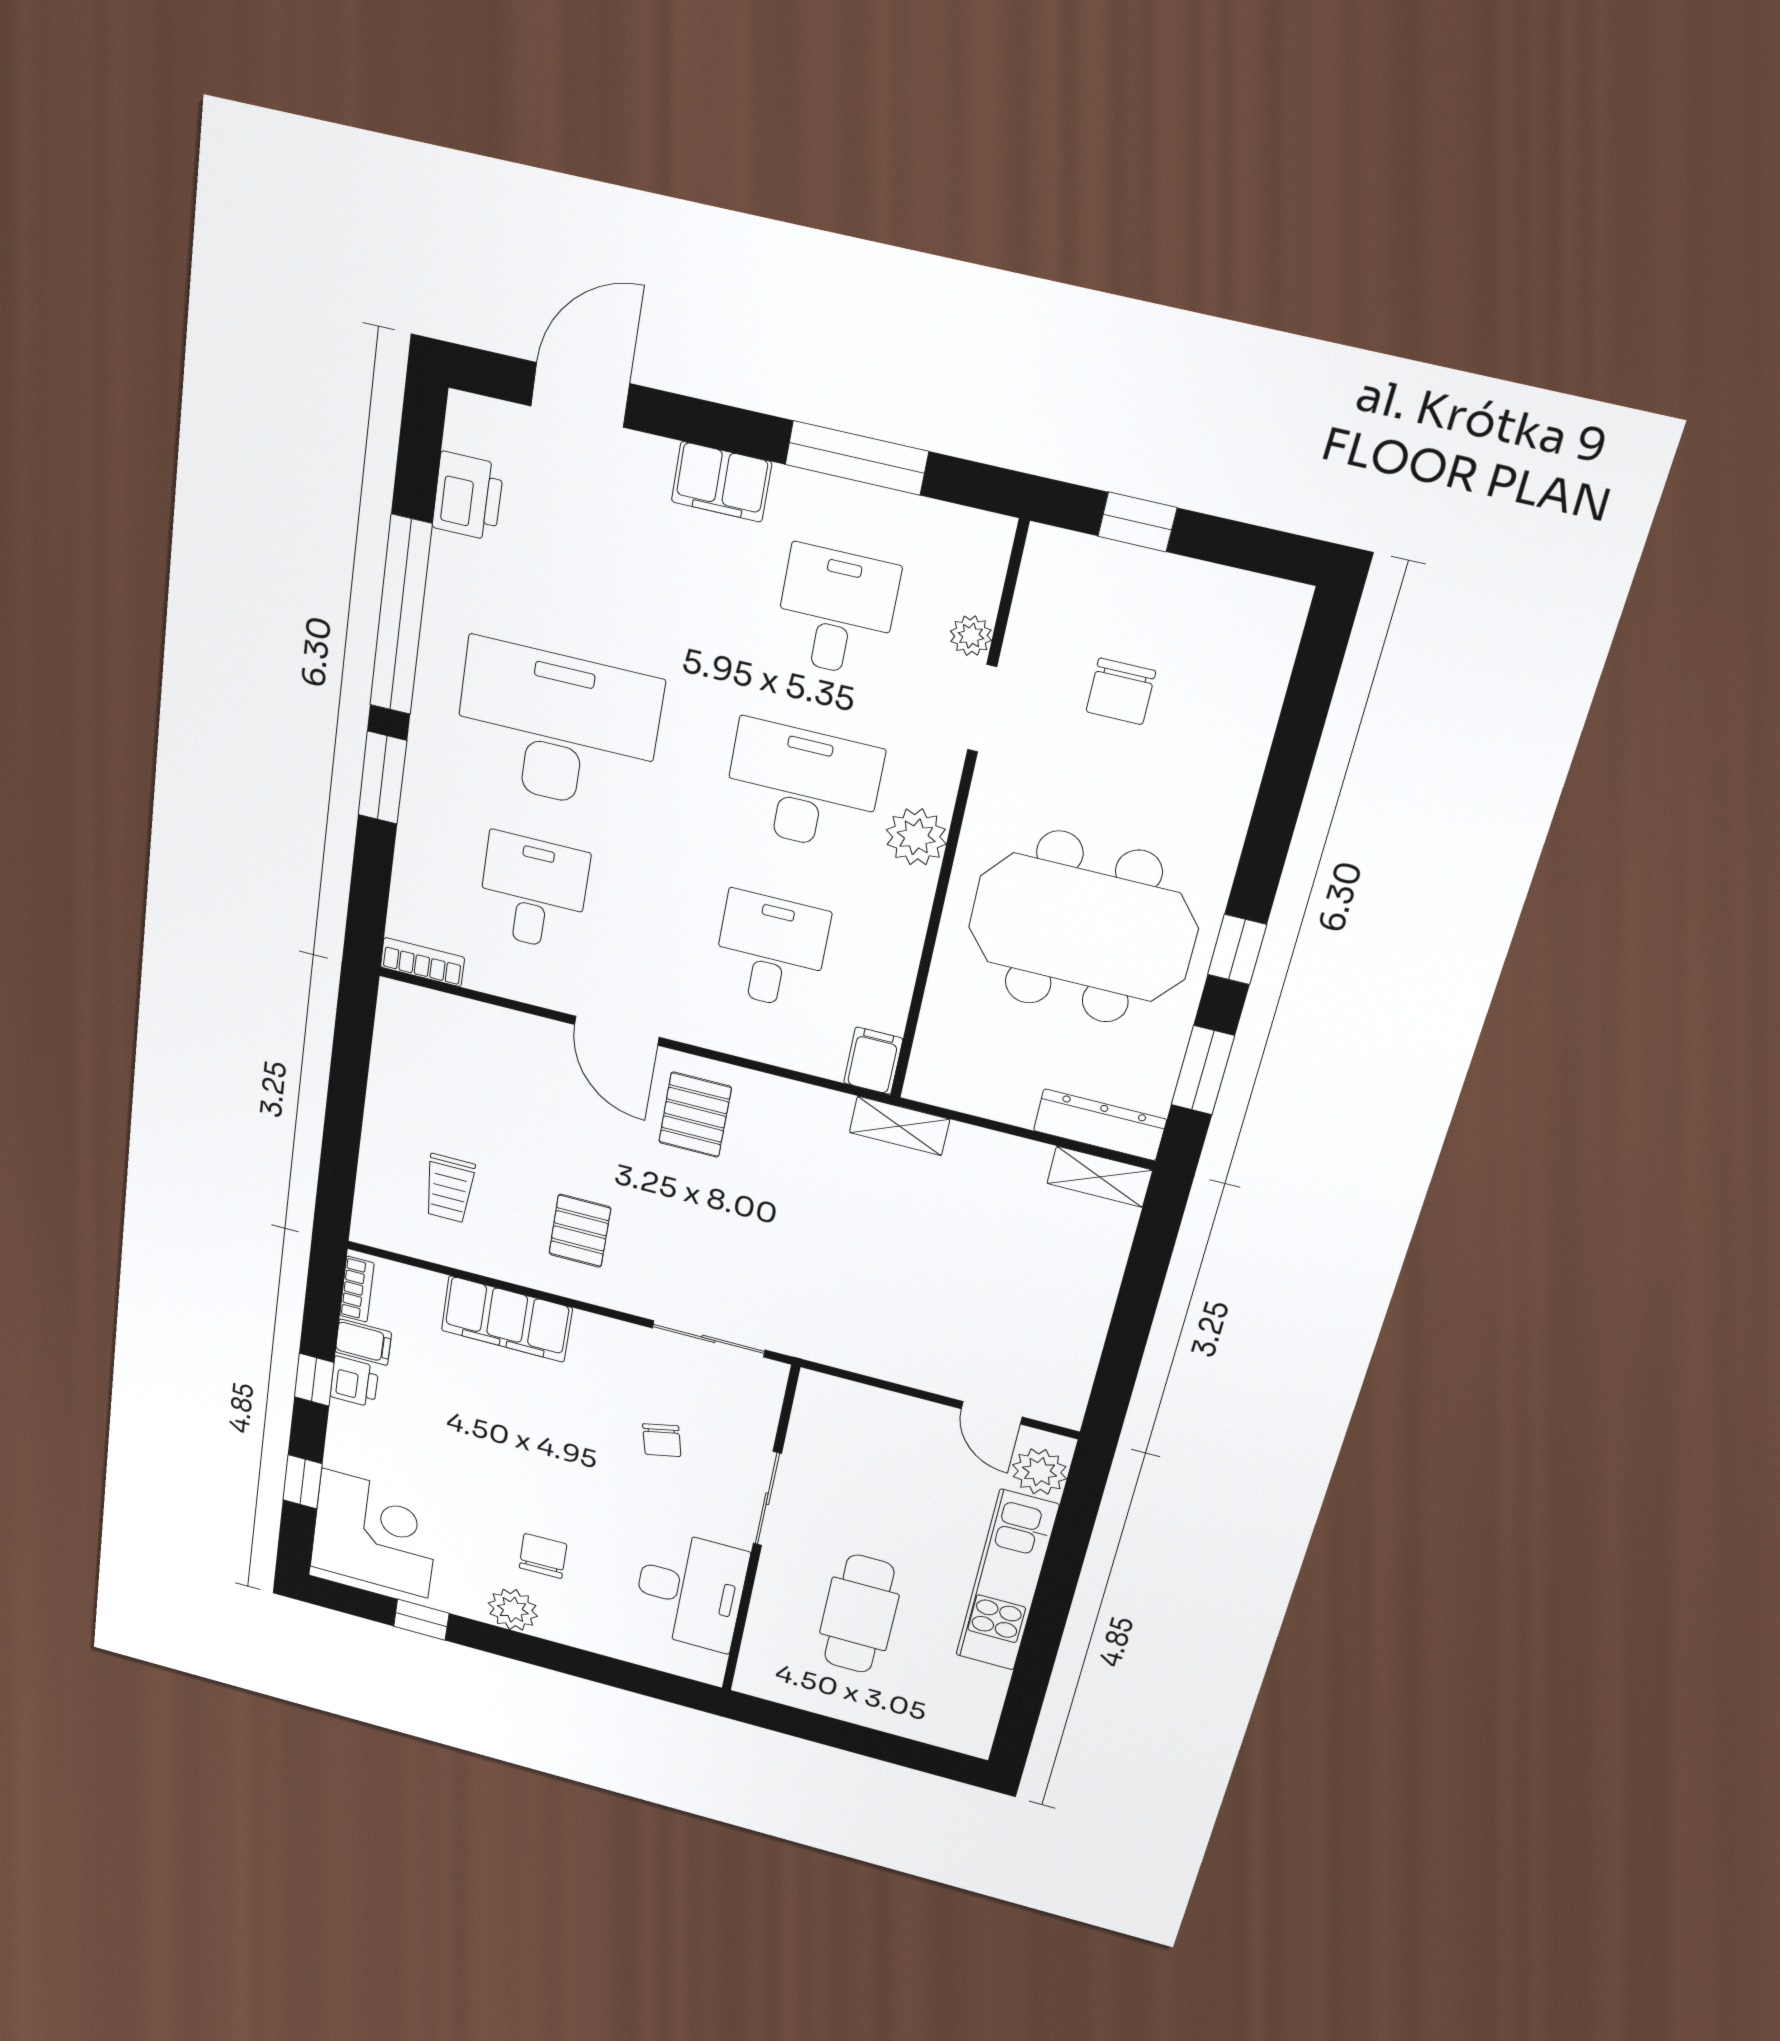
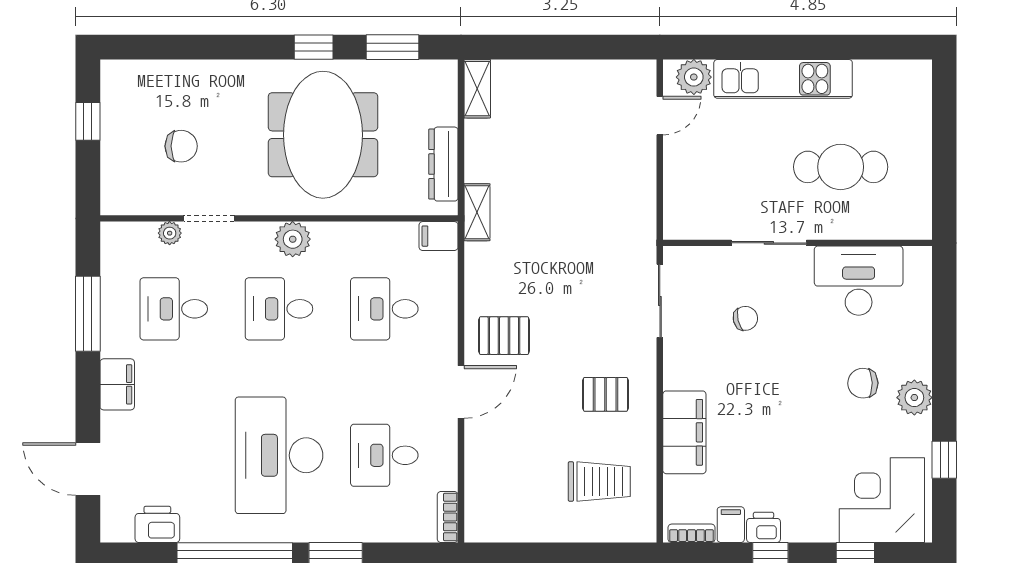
window: (1137, 522) -> (88, 121), moved
desk: (803, 787) -> (279, 309), width x0.73
dresser: (1100, 1125) -> (443, 164), moved
trolley: (449, 1188) -> (599, 481), width x1.36, depth x1.39

